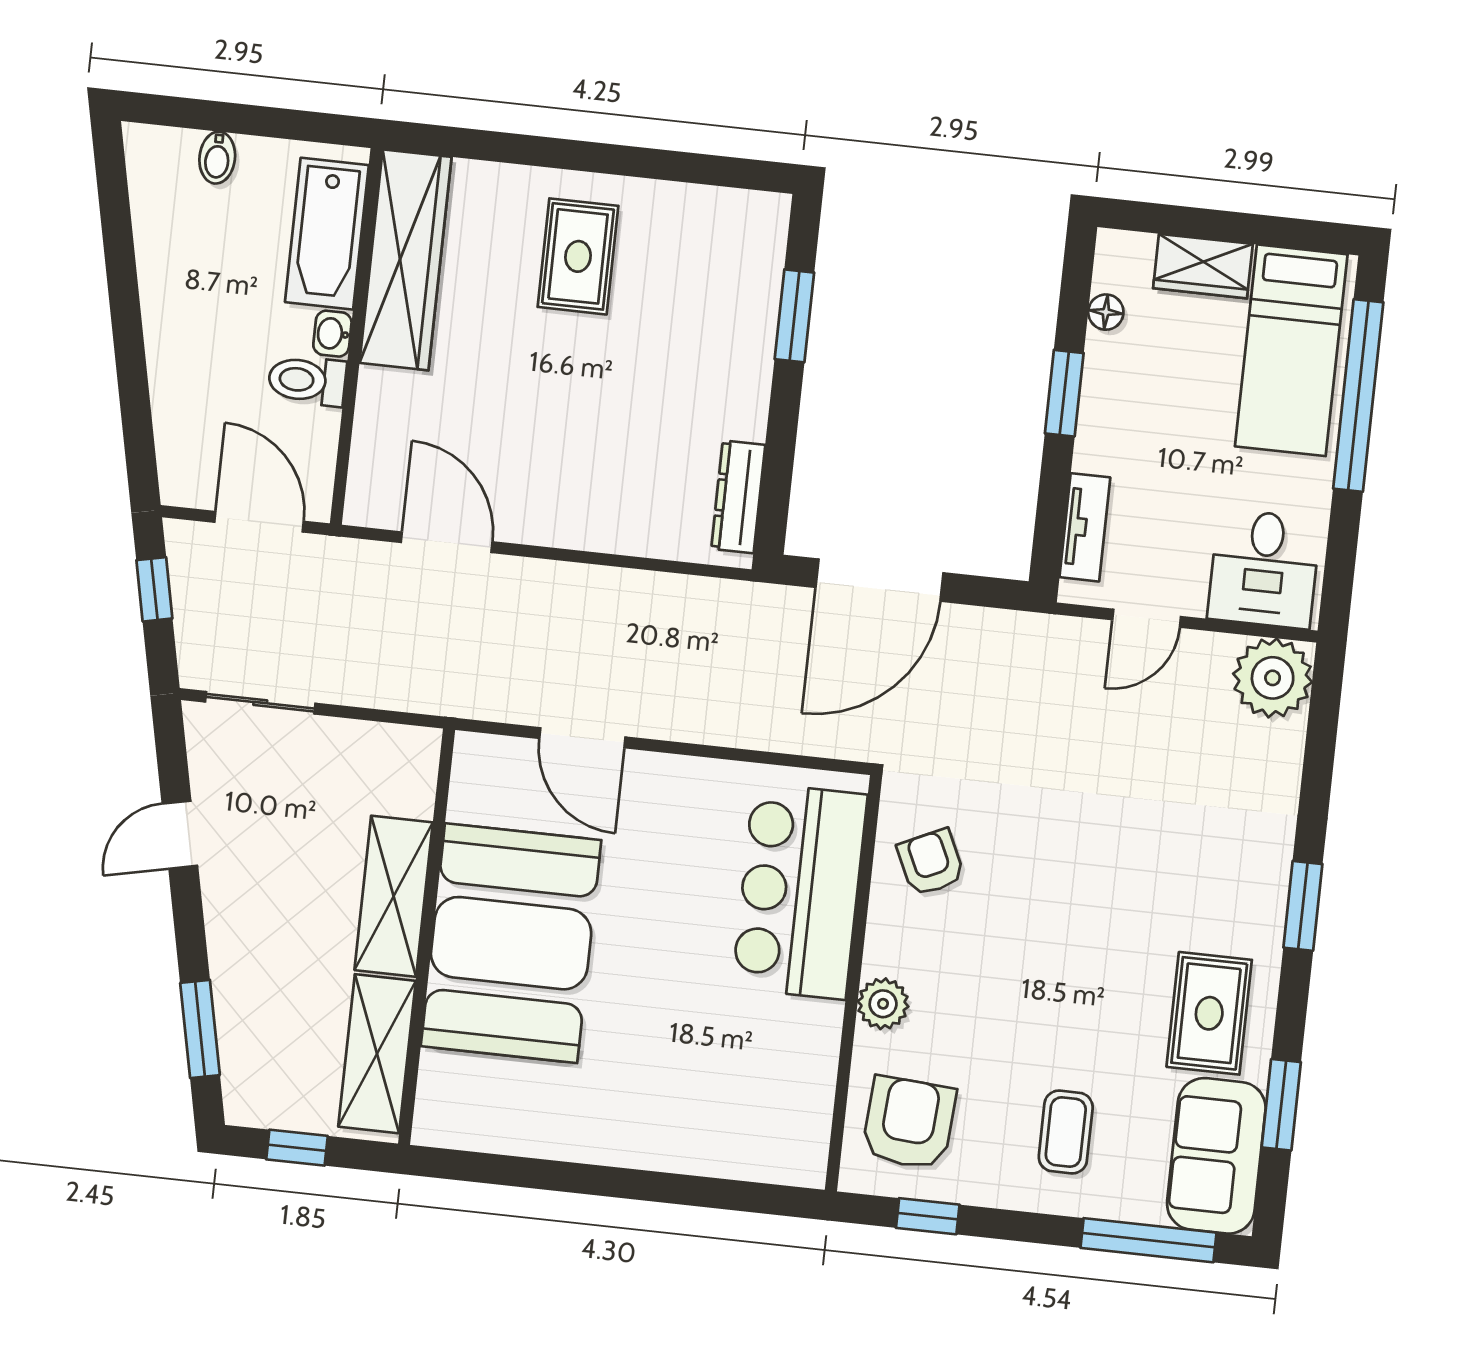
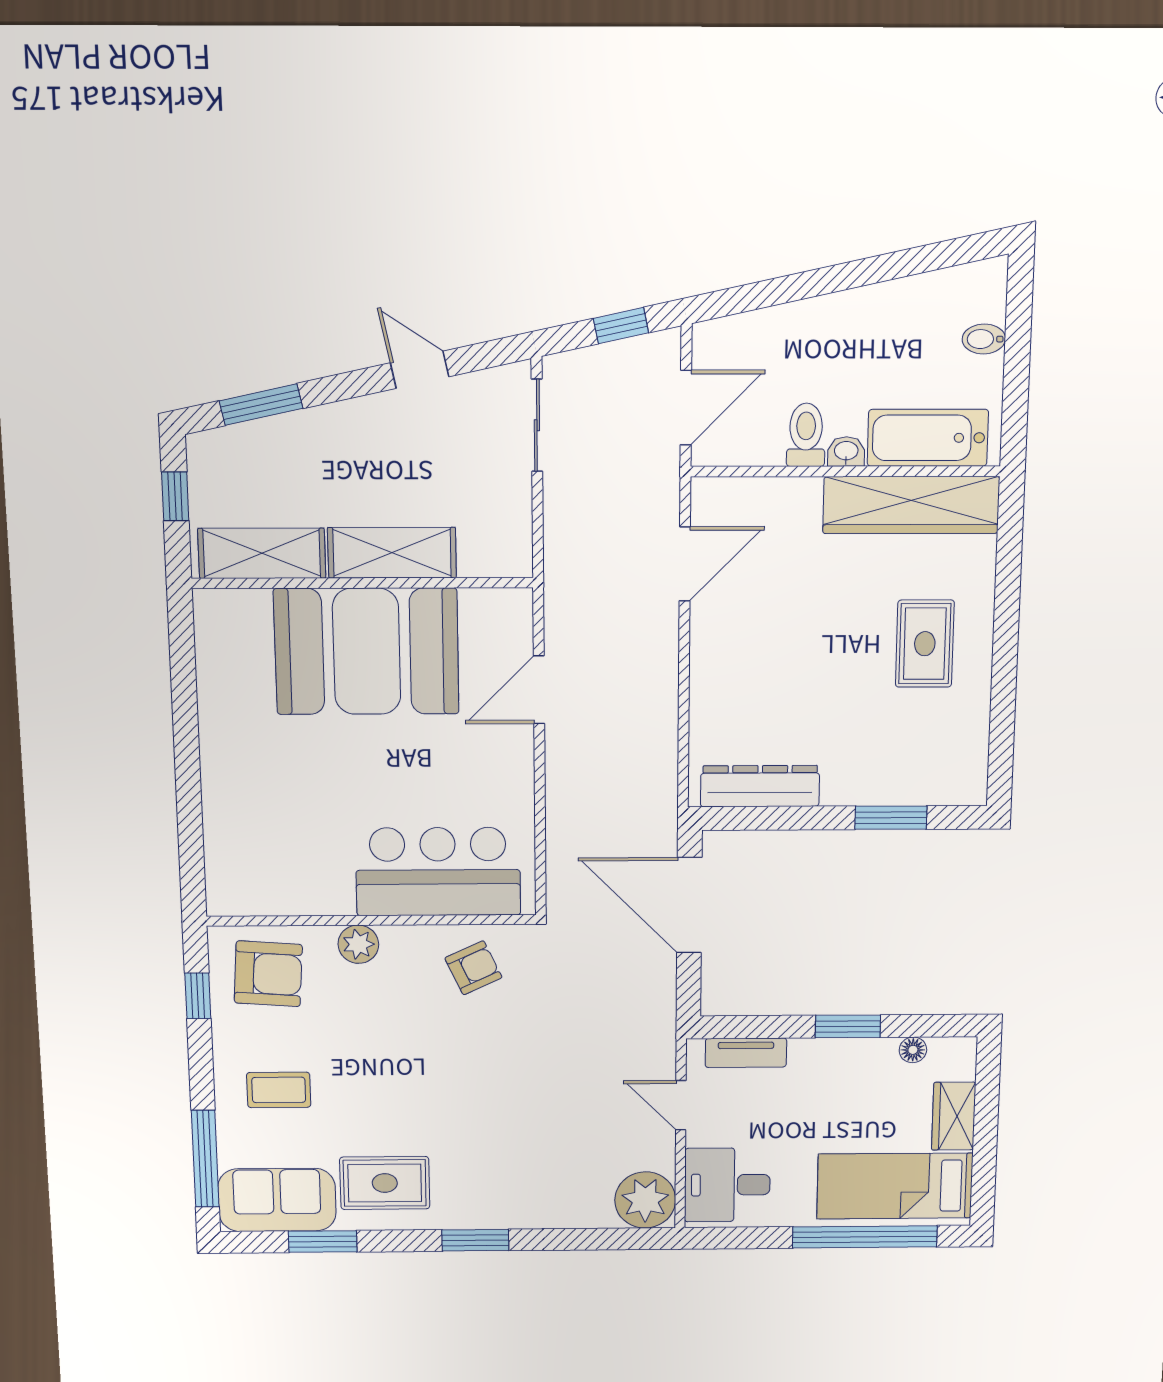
rug: (578, 256) -> (925, 644), turned 90
dresser: (738, 497) -> (760, 786), width x1.37, depth x1.24

